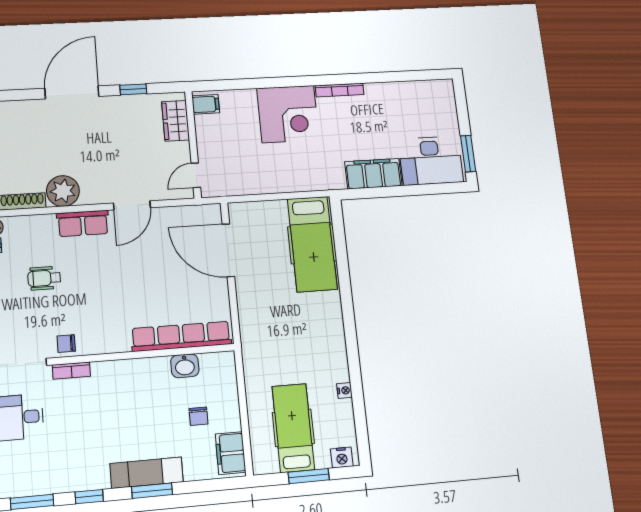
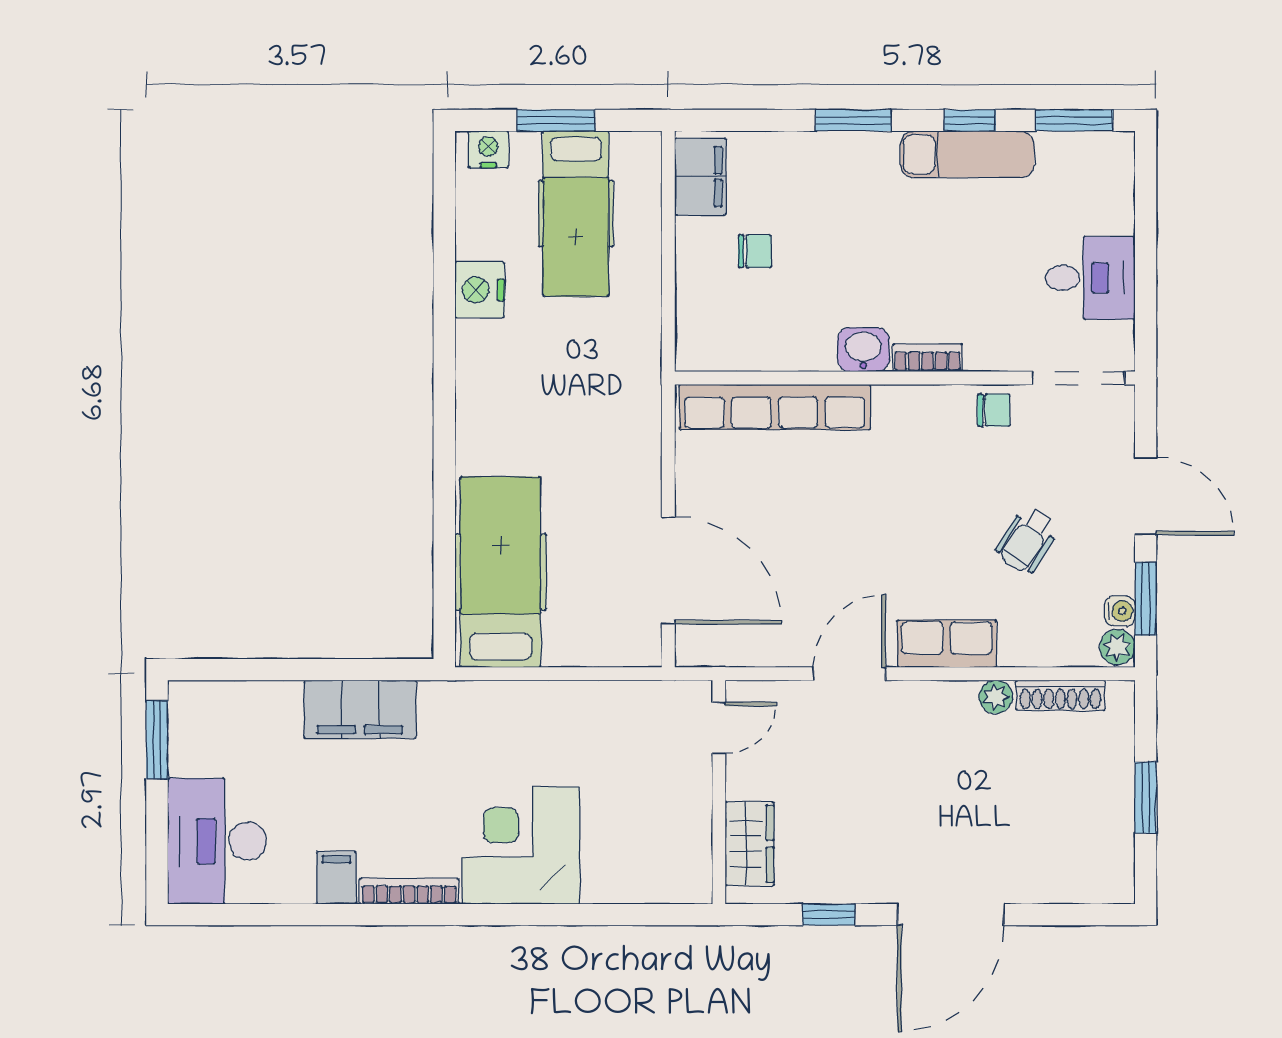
filing cabinet: (206, 104) -> (336, 878), moved, turned 90
desk: (431, 161) -> (217, 841), moved, turned -90
plant: (63, 191) -> (996, 697), width x0.53, depth x0.53
wheelchair: (44, 278) -> (1027, 540), turned 122
washbasin: (185, 366) -> (863, 350), moved
bookcase: (71, 371) -> (928, 358), moved
nightstand: (344, 390) -> (480, 290), width x1.89, depth x1.79
chair: (198, 416) -> (755, 251), turned 90
exam couch: (147, 473) -> (967, 154), moved

